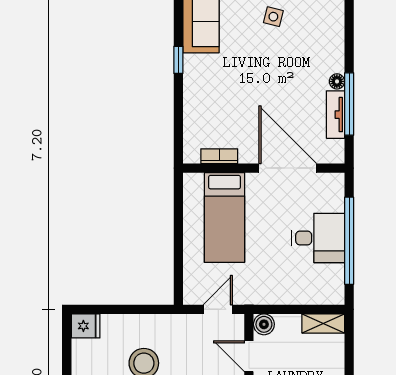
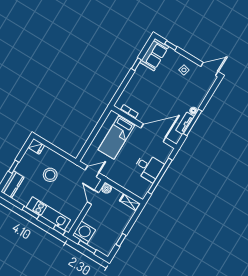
door: (288, 168) -> (153, 133), hinge flipped

